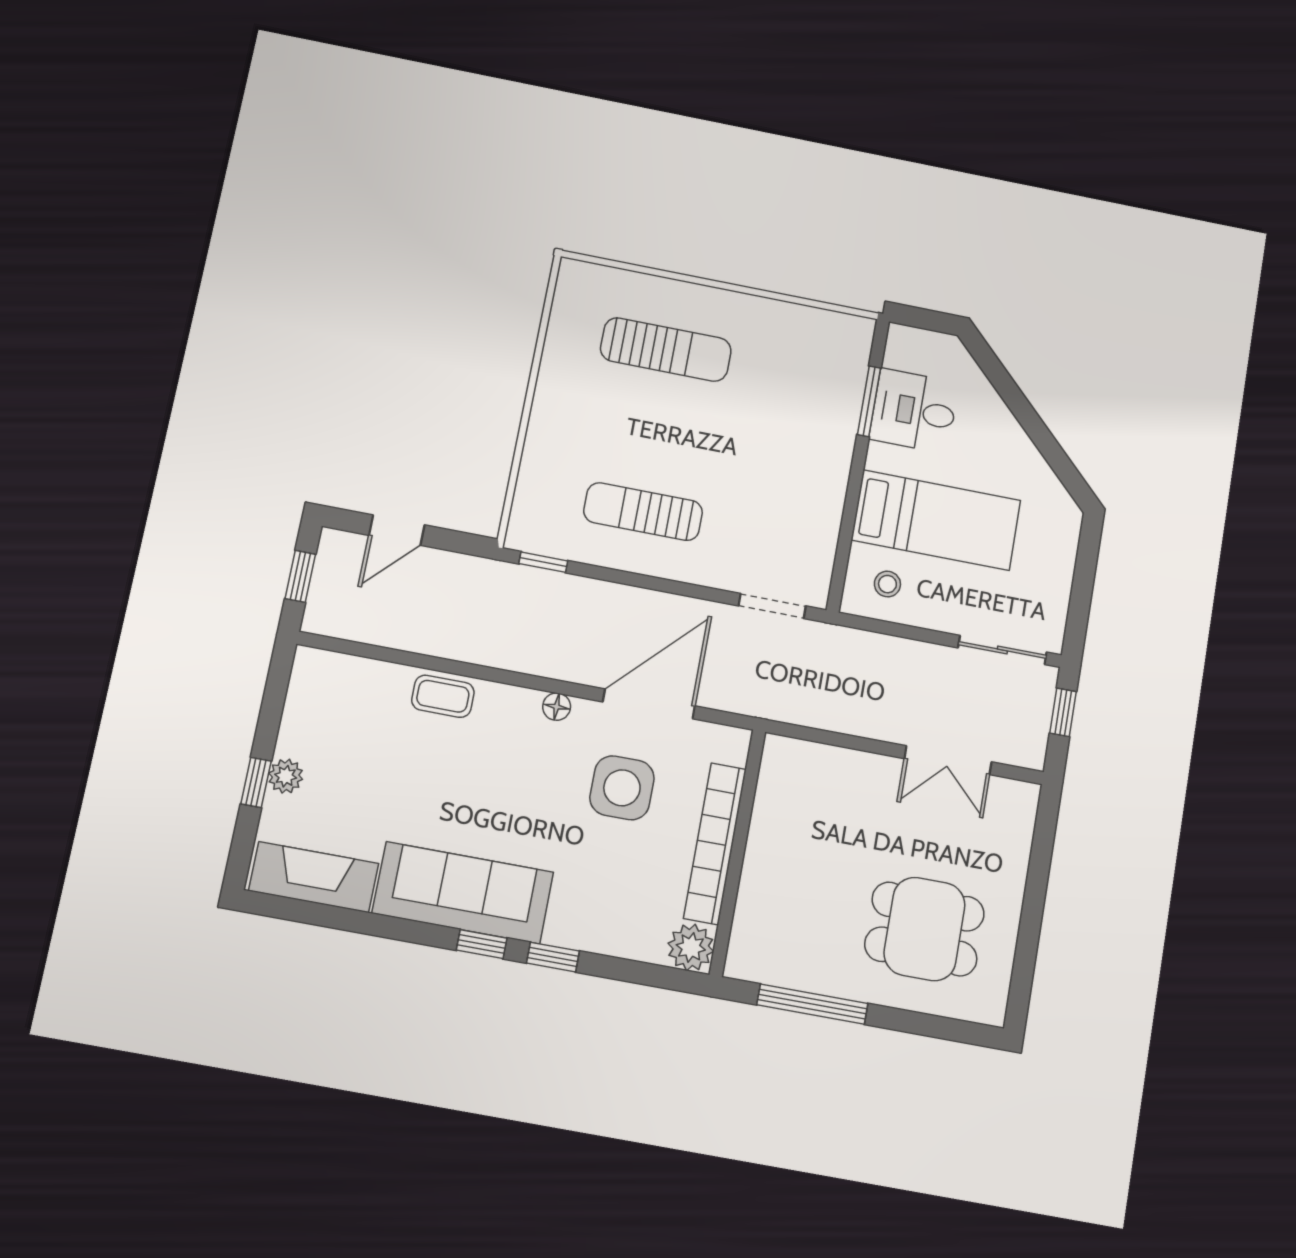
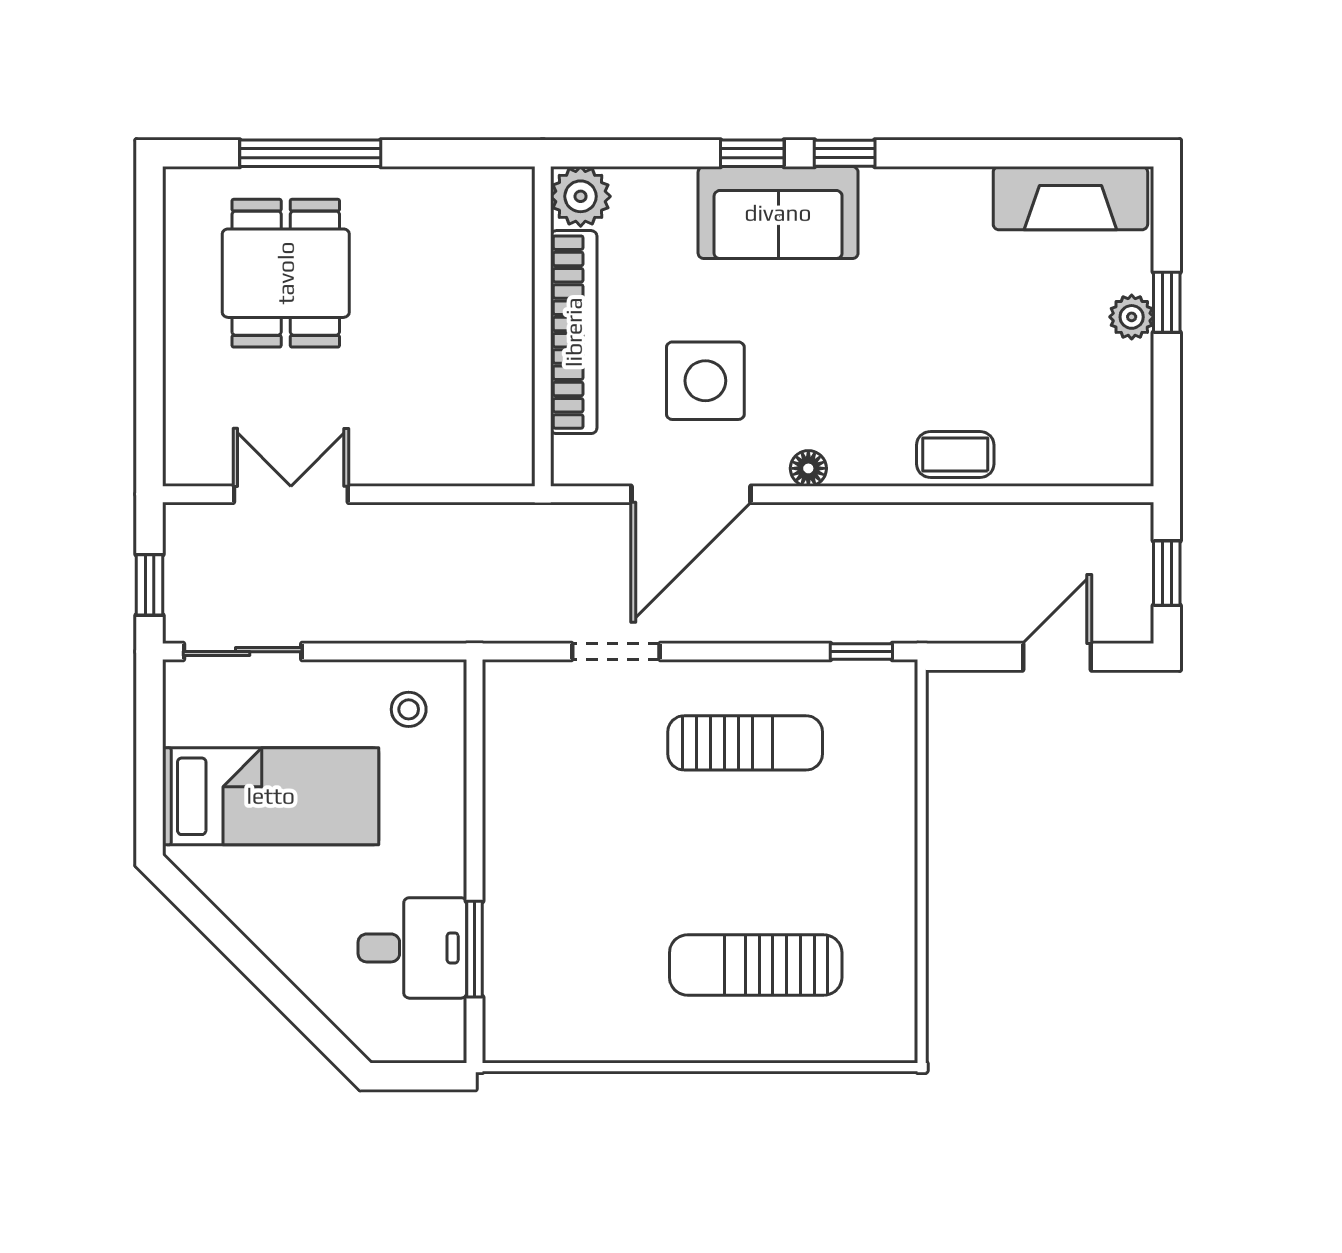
bed: (936, 520) -> (271, 796), moved, turned 180
doorway: (772, 606) -> (616, 652), moved
sofa: (463, 893) -> (778, 213), moved, width x0.73
dining table: (924, 929) -> (286, 273), turned 90
window: (812, 1004) -> (310, 153), moved

